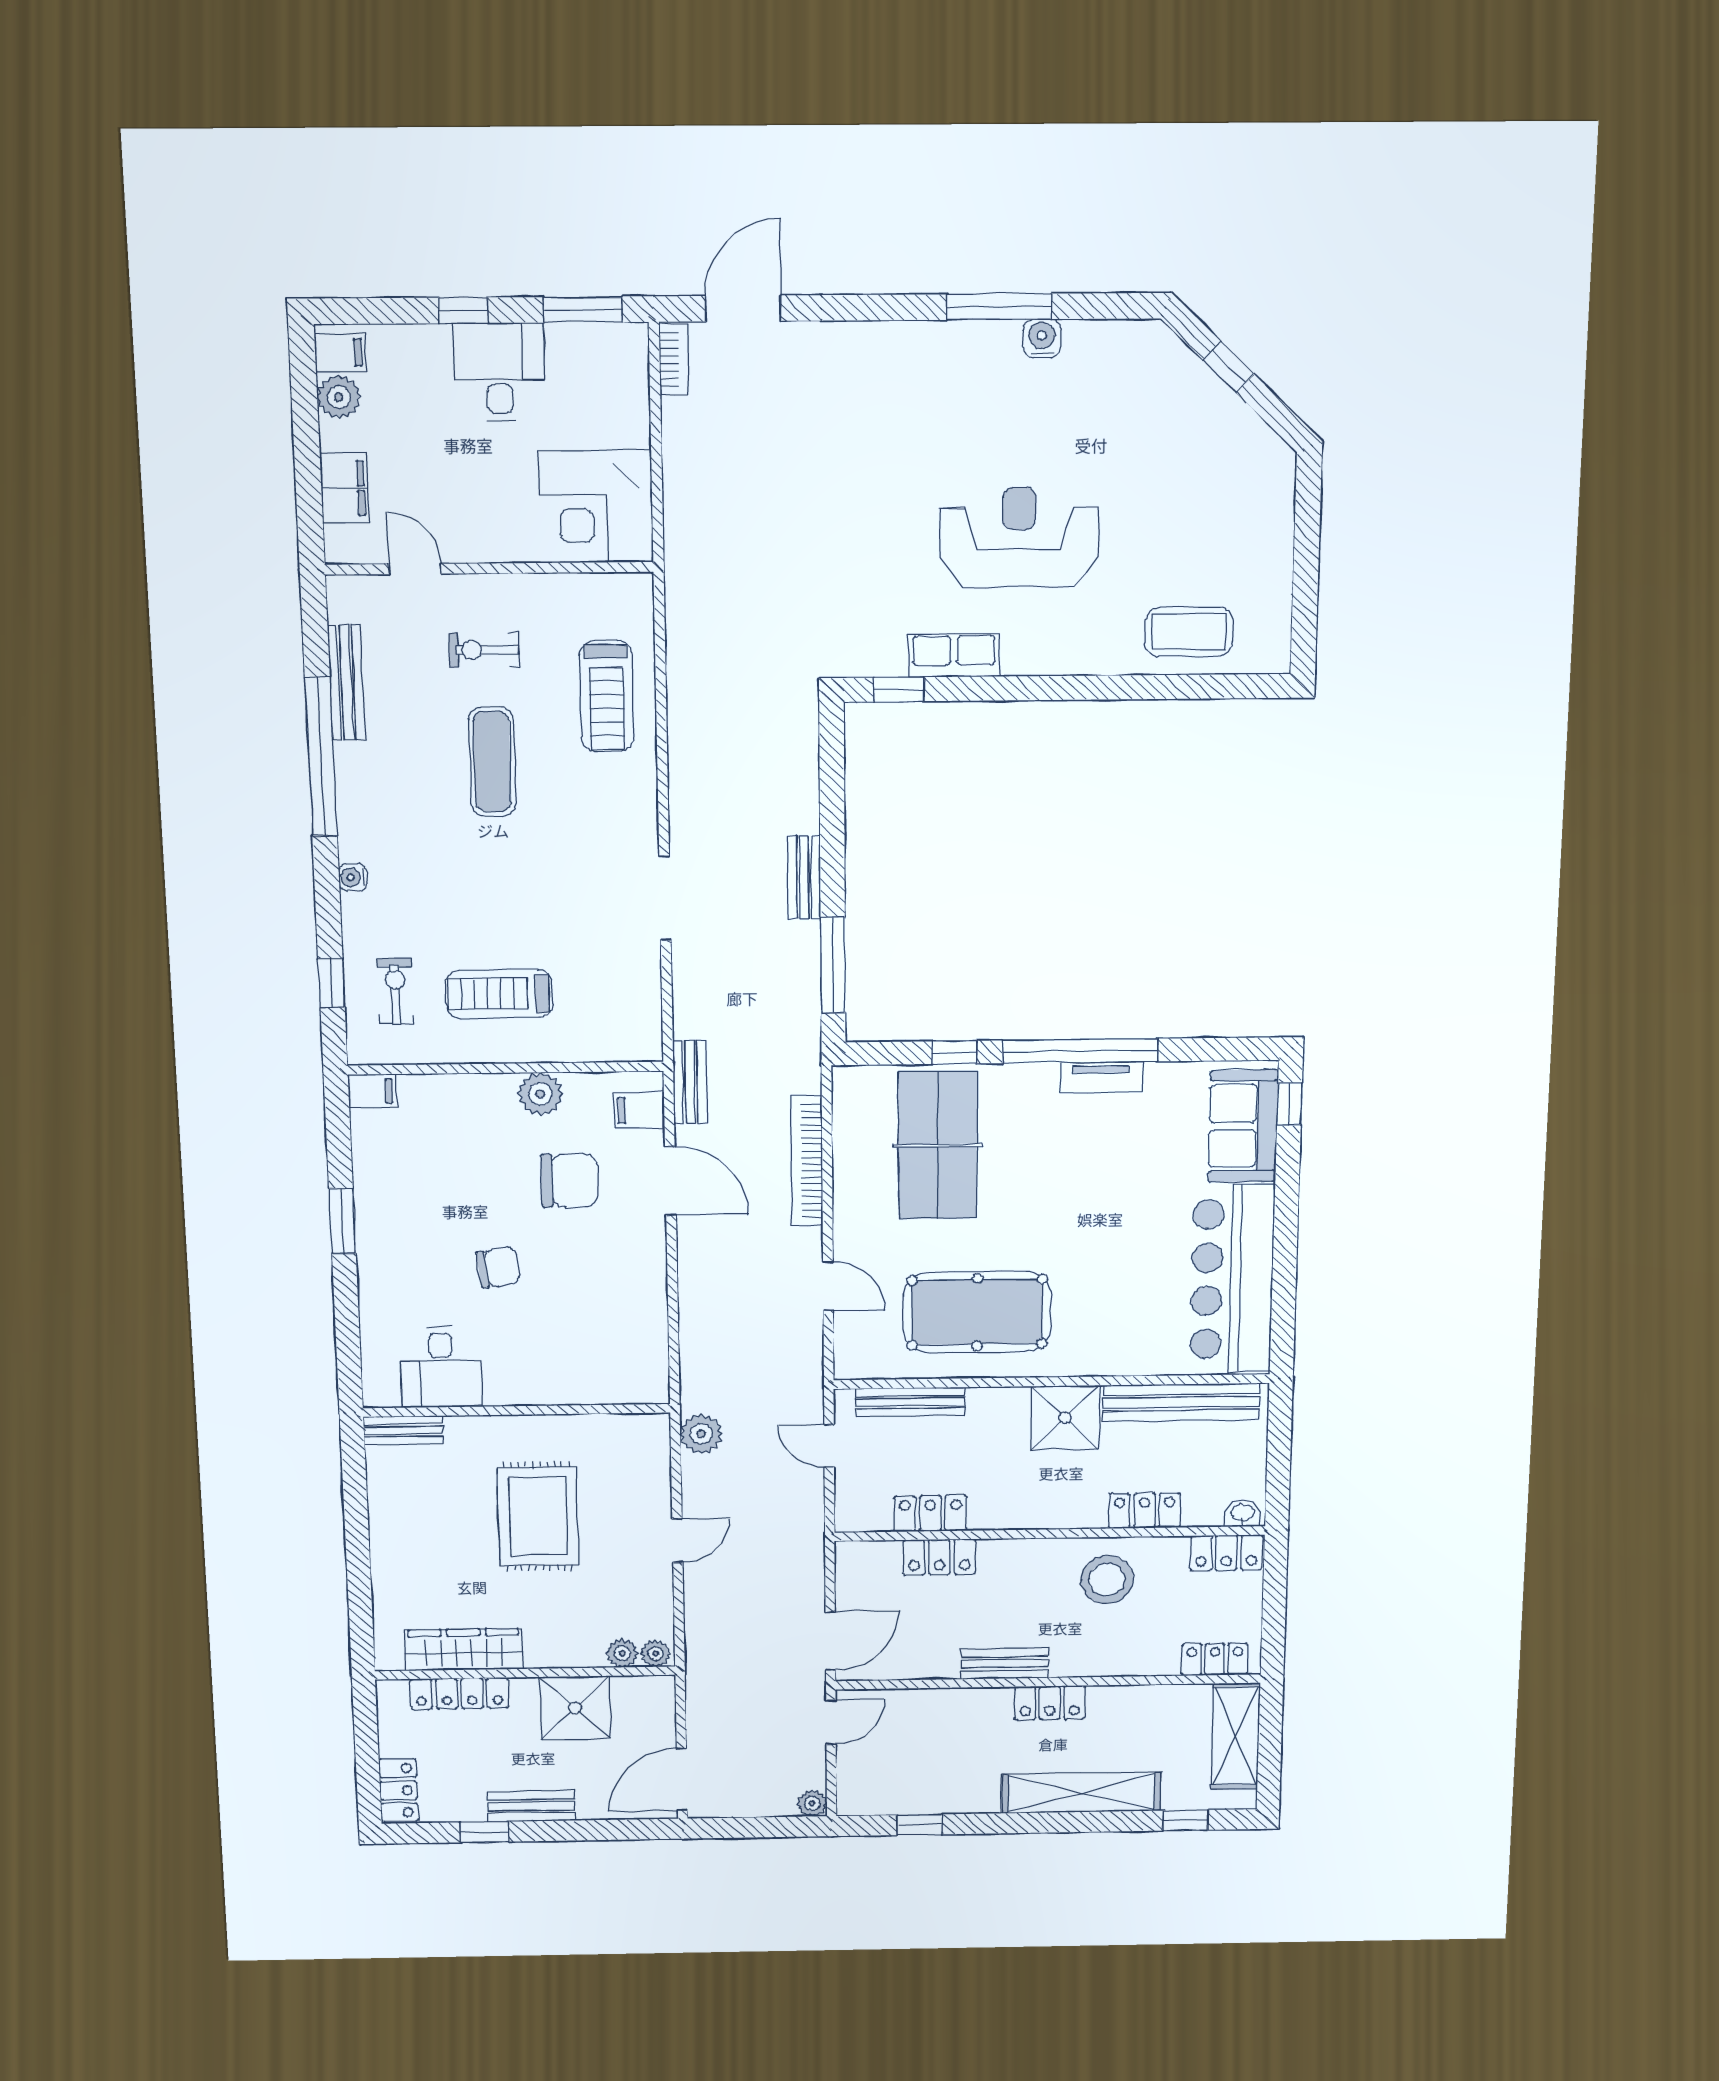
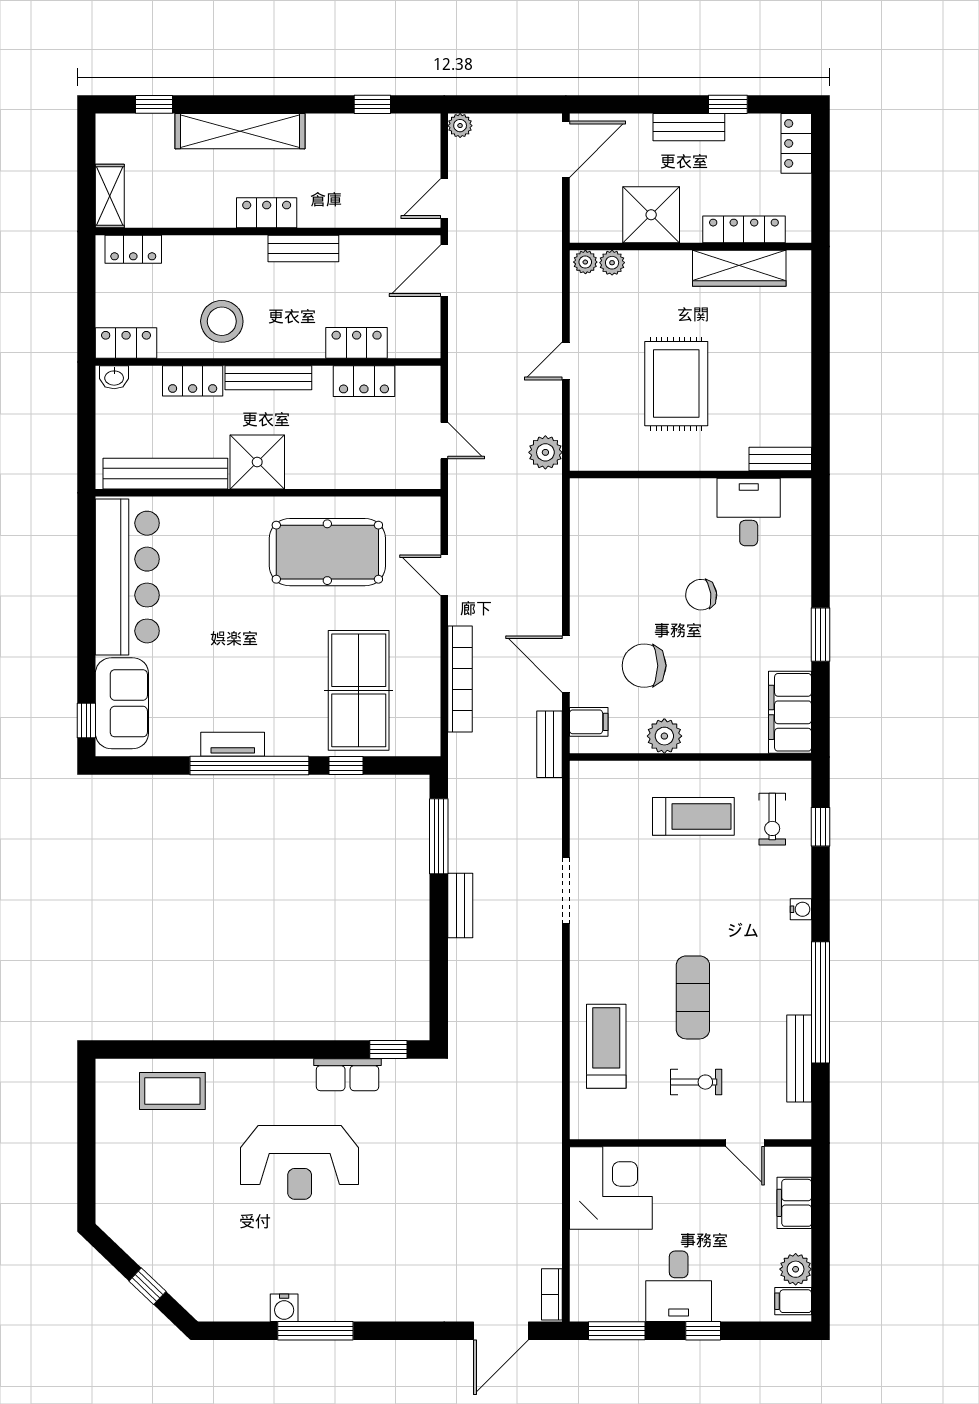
filing cabinet: (372, 1091) -> (790, 712), width x3.00, depth x1.17
bench: (910, 1402) -> (268, 378), moved
shelving: (1236, 1736) -> (110, 196), width x0.67, depth x0.75

